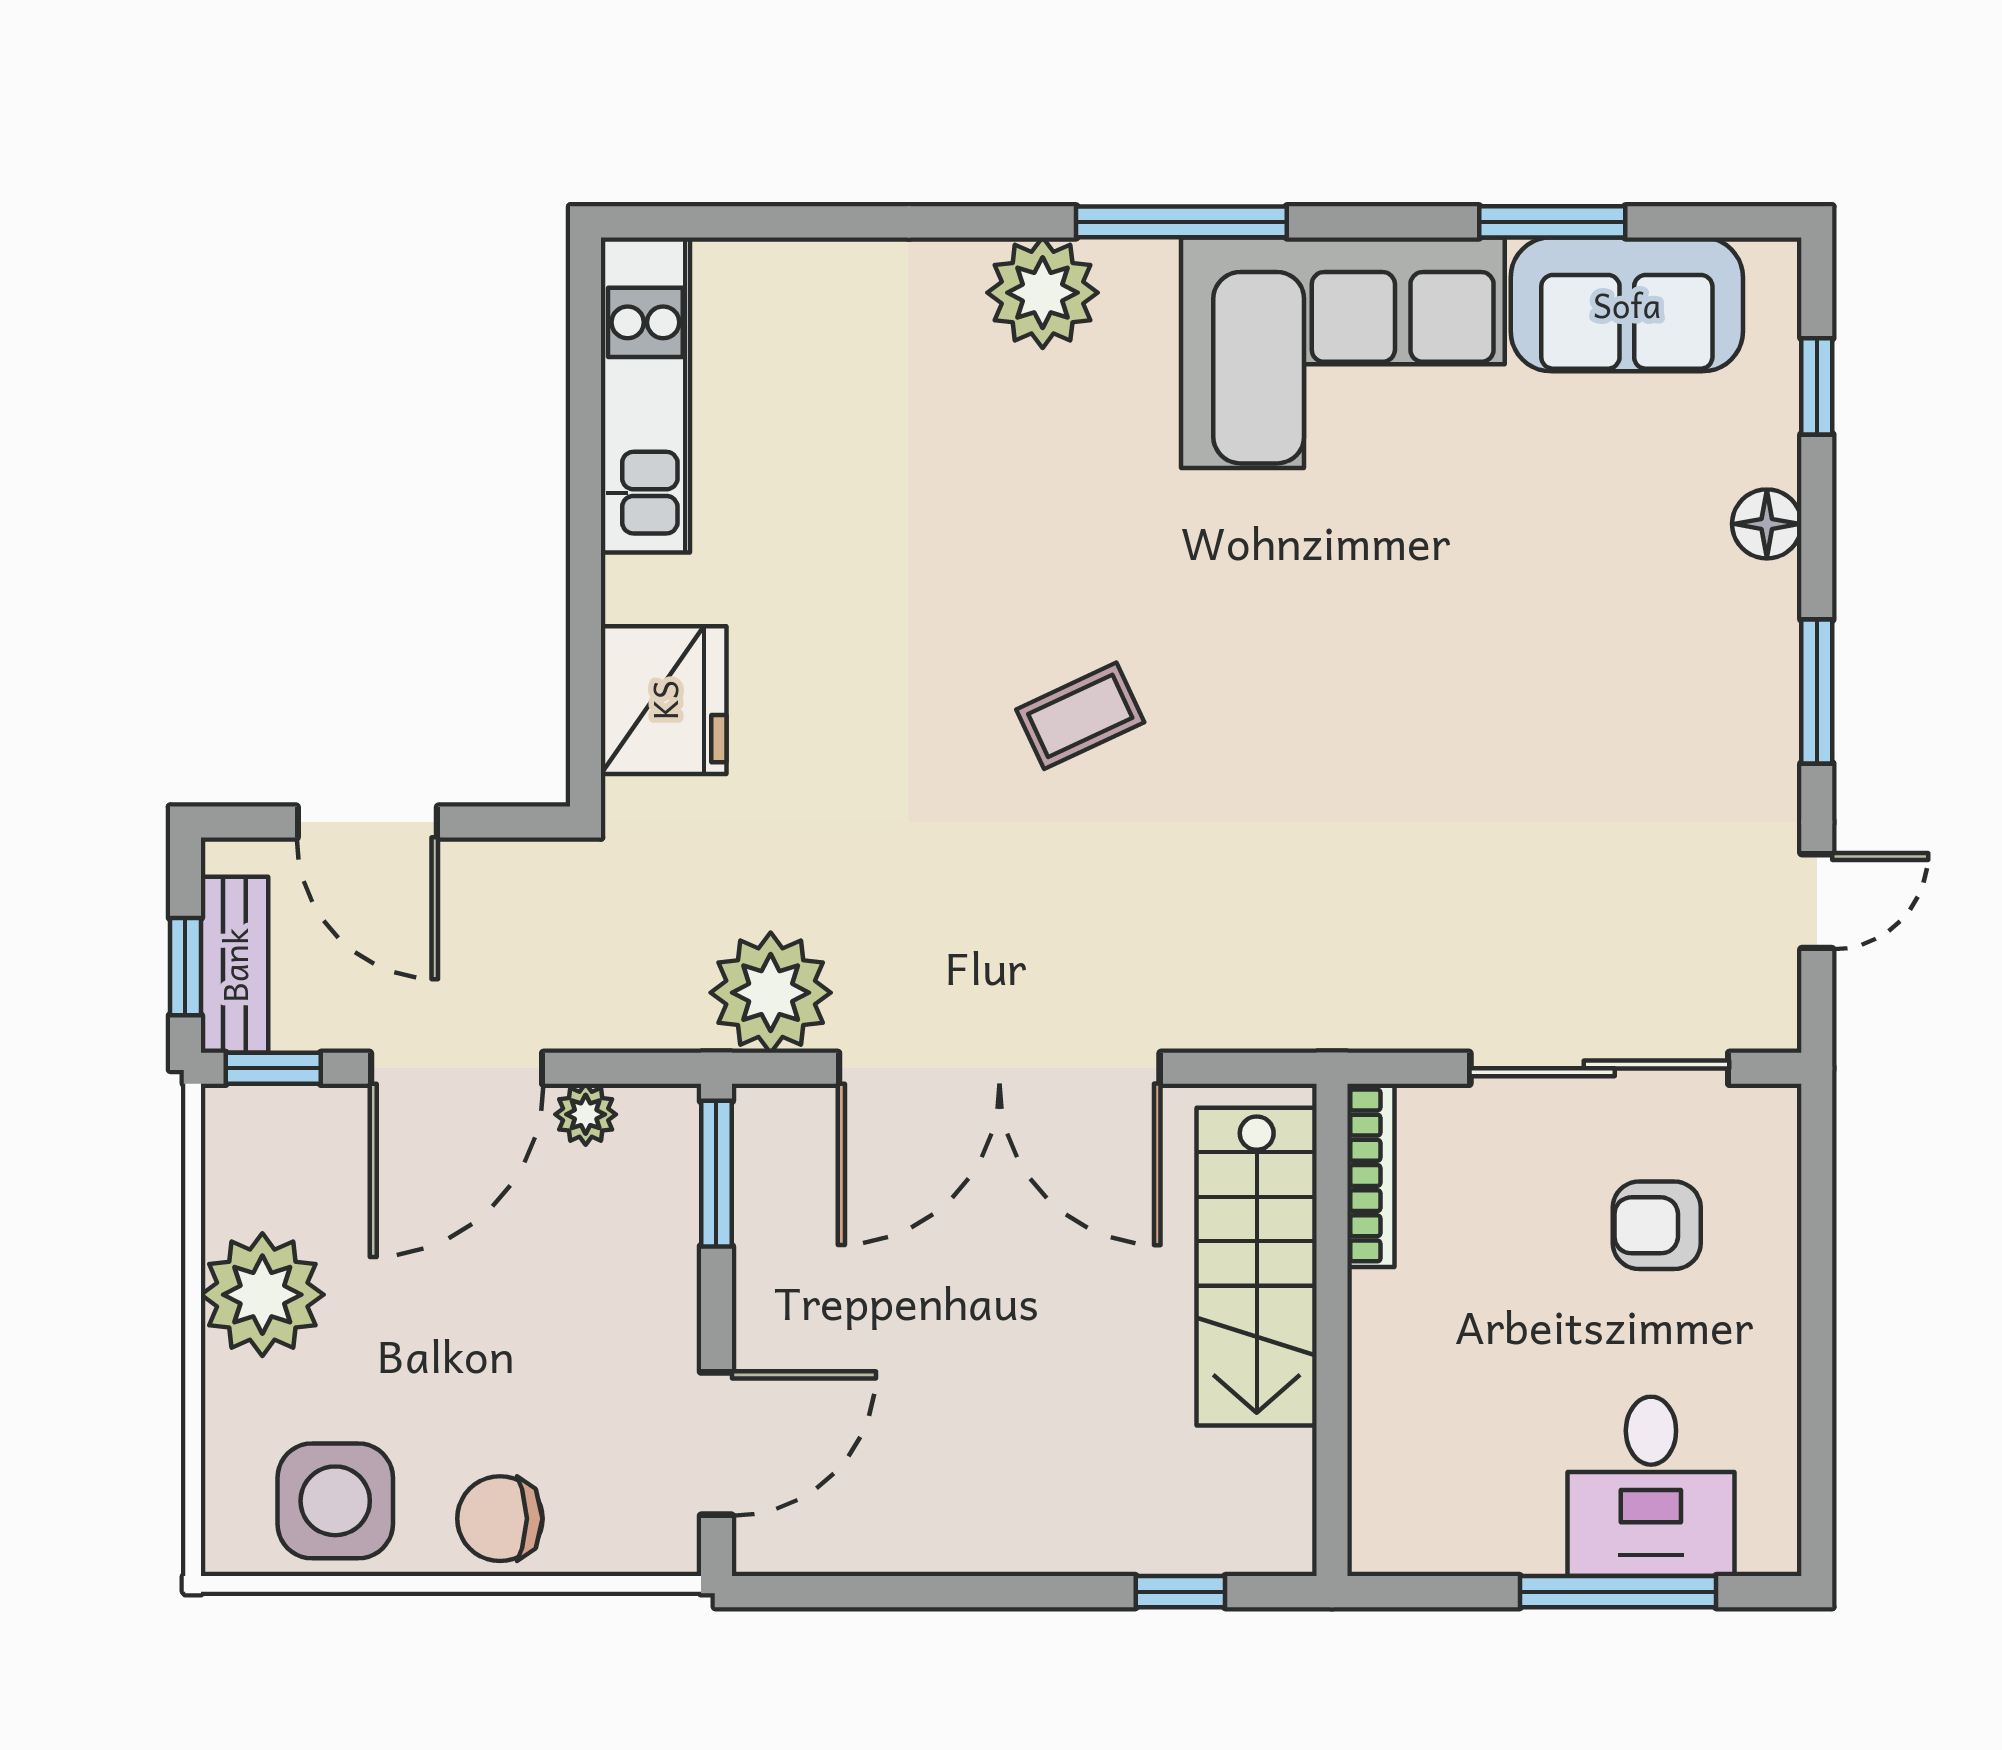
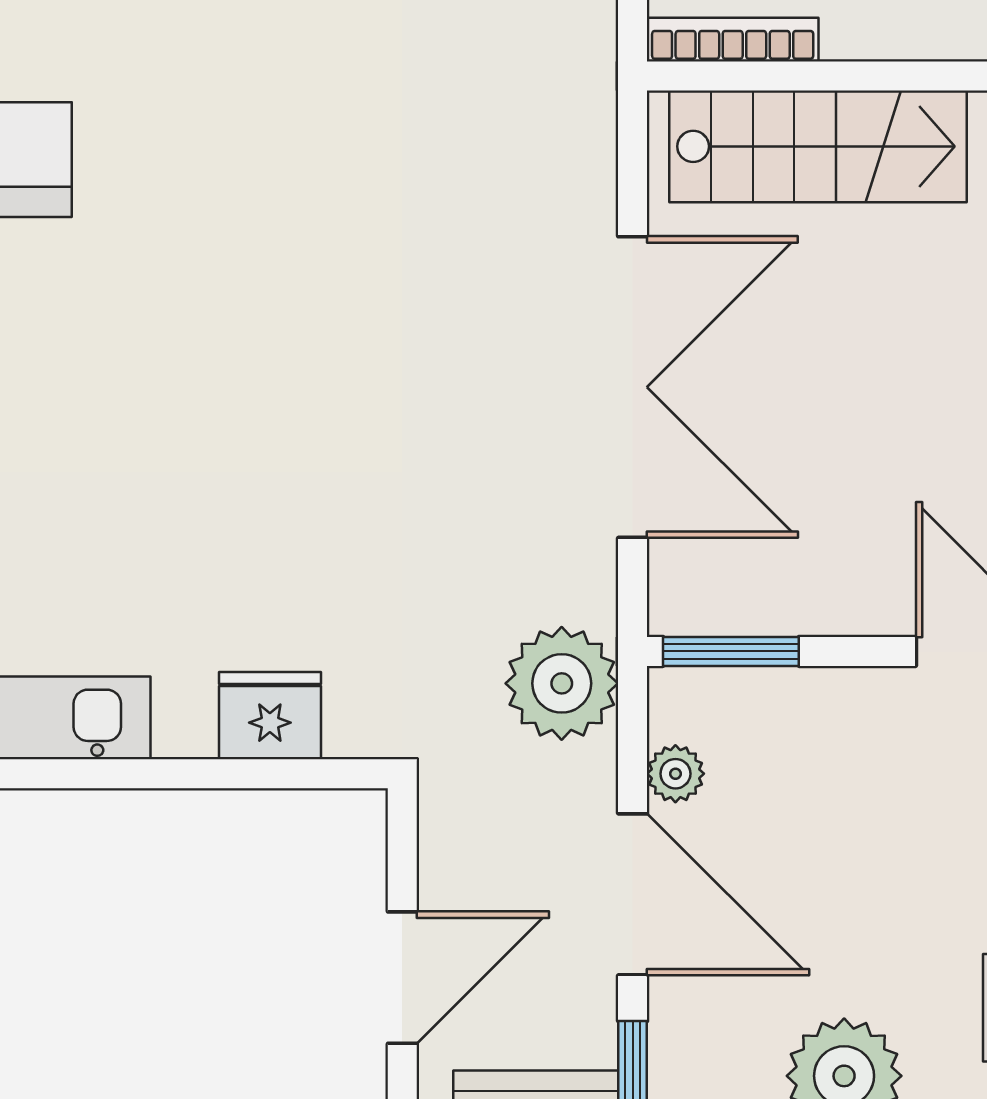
fridge: (664, 700) -> (270, 716), width x0.73, depth x0.75
coffee table: (1080, 716) -> (303, 311), removed
plant: (771, 993) -> (562, 683), moved

